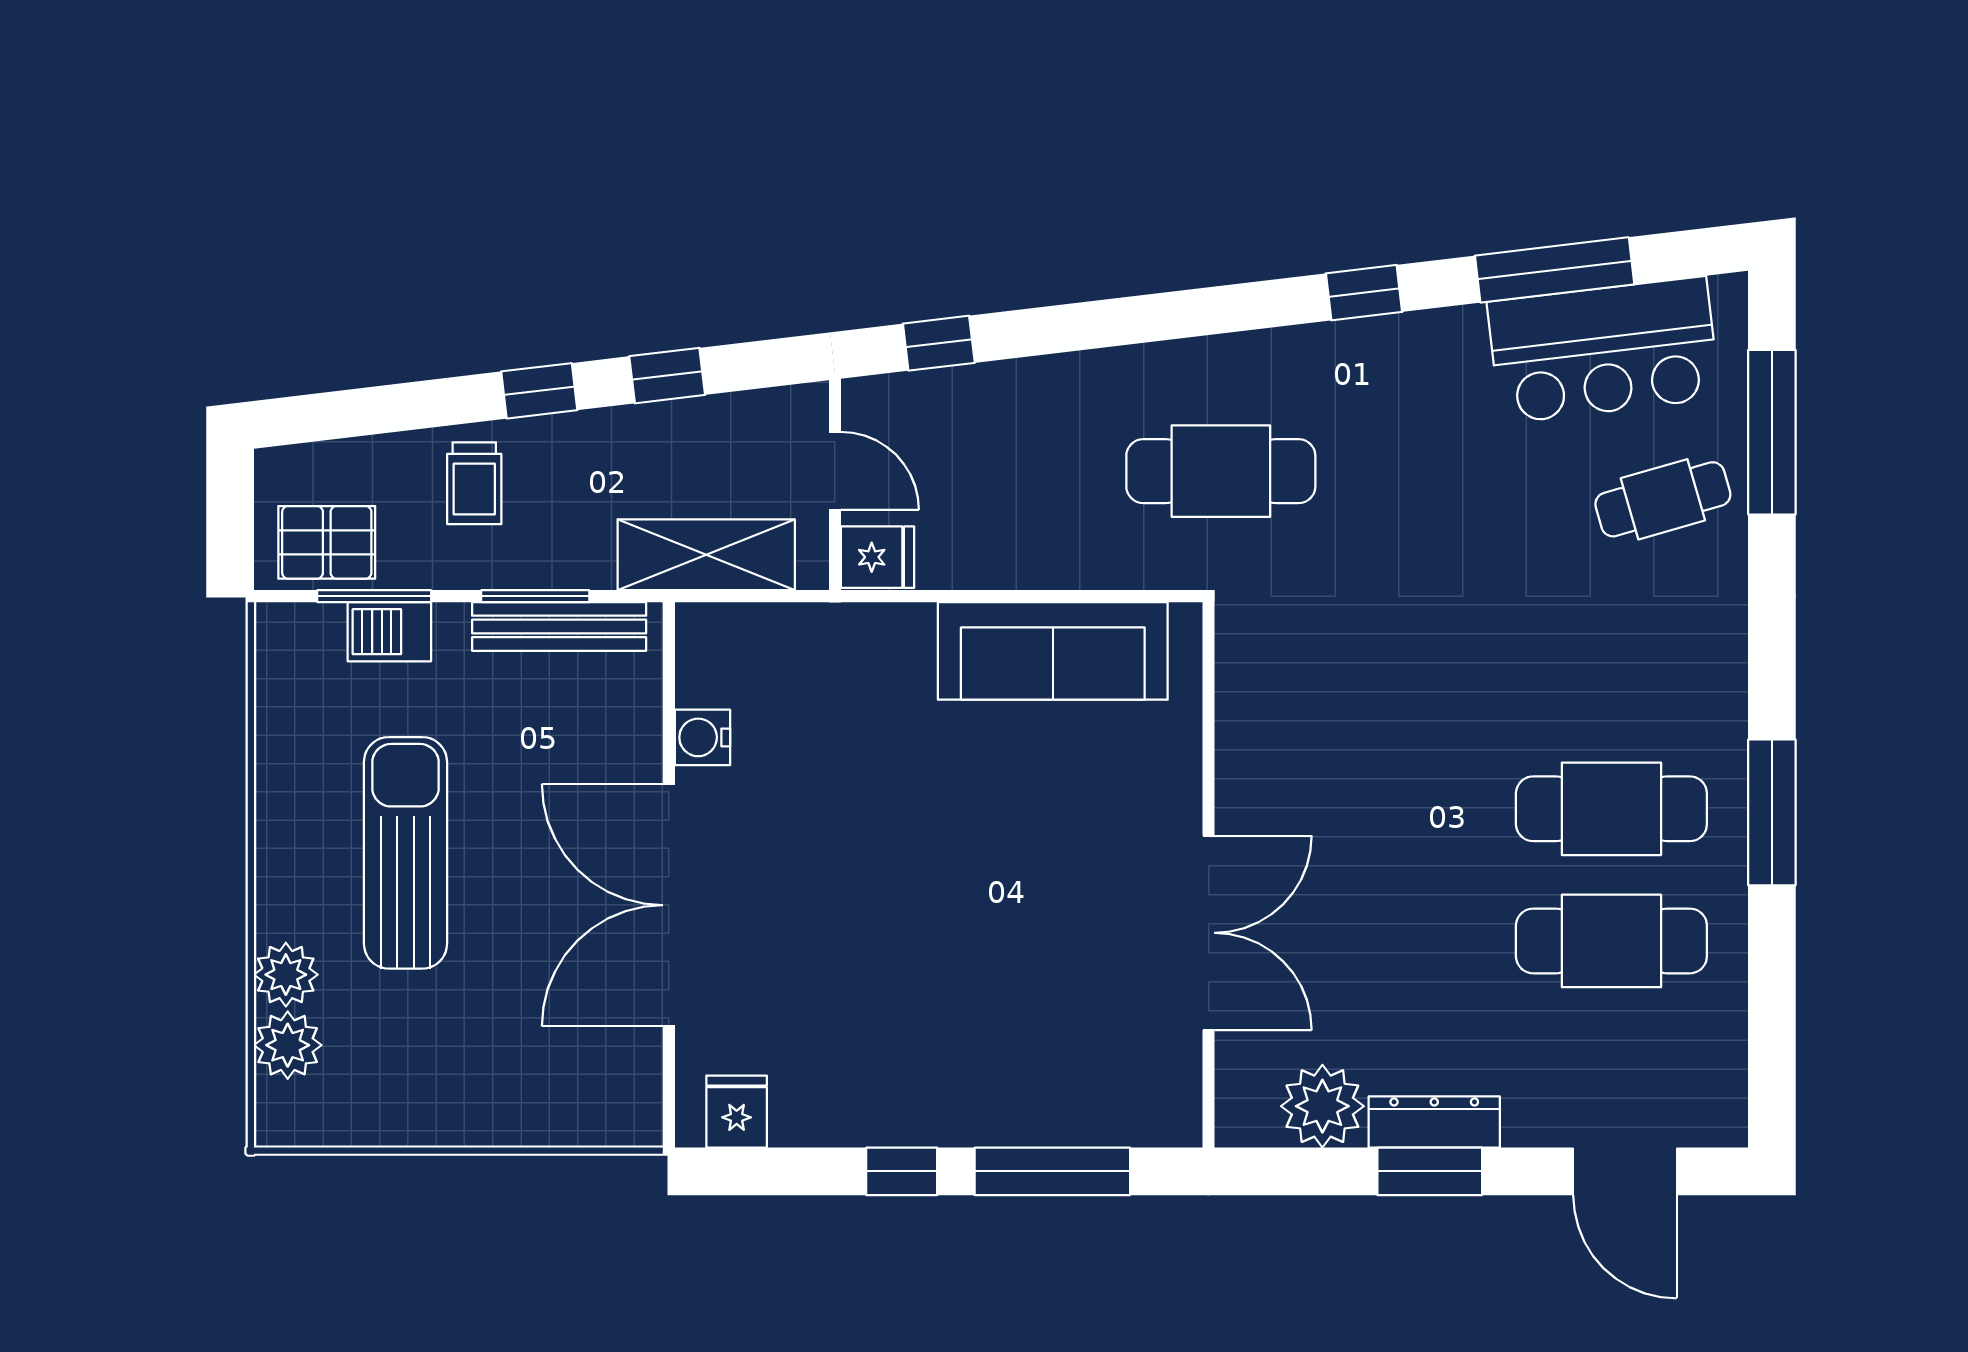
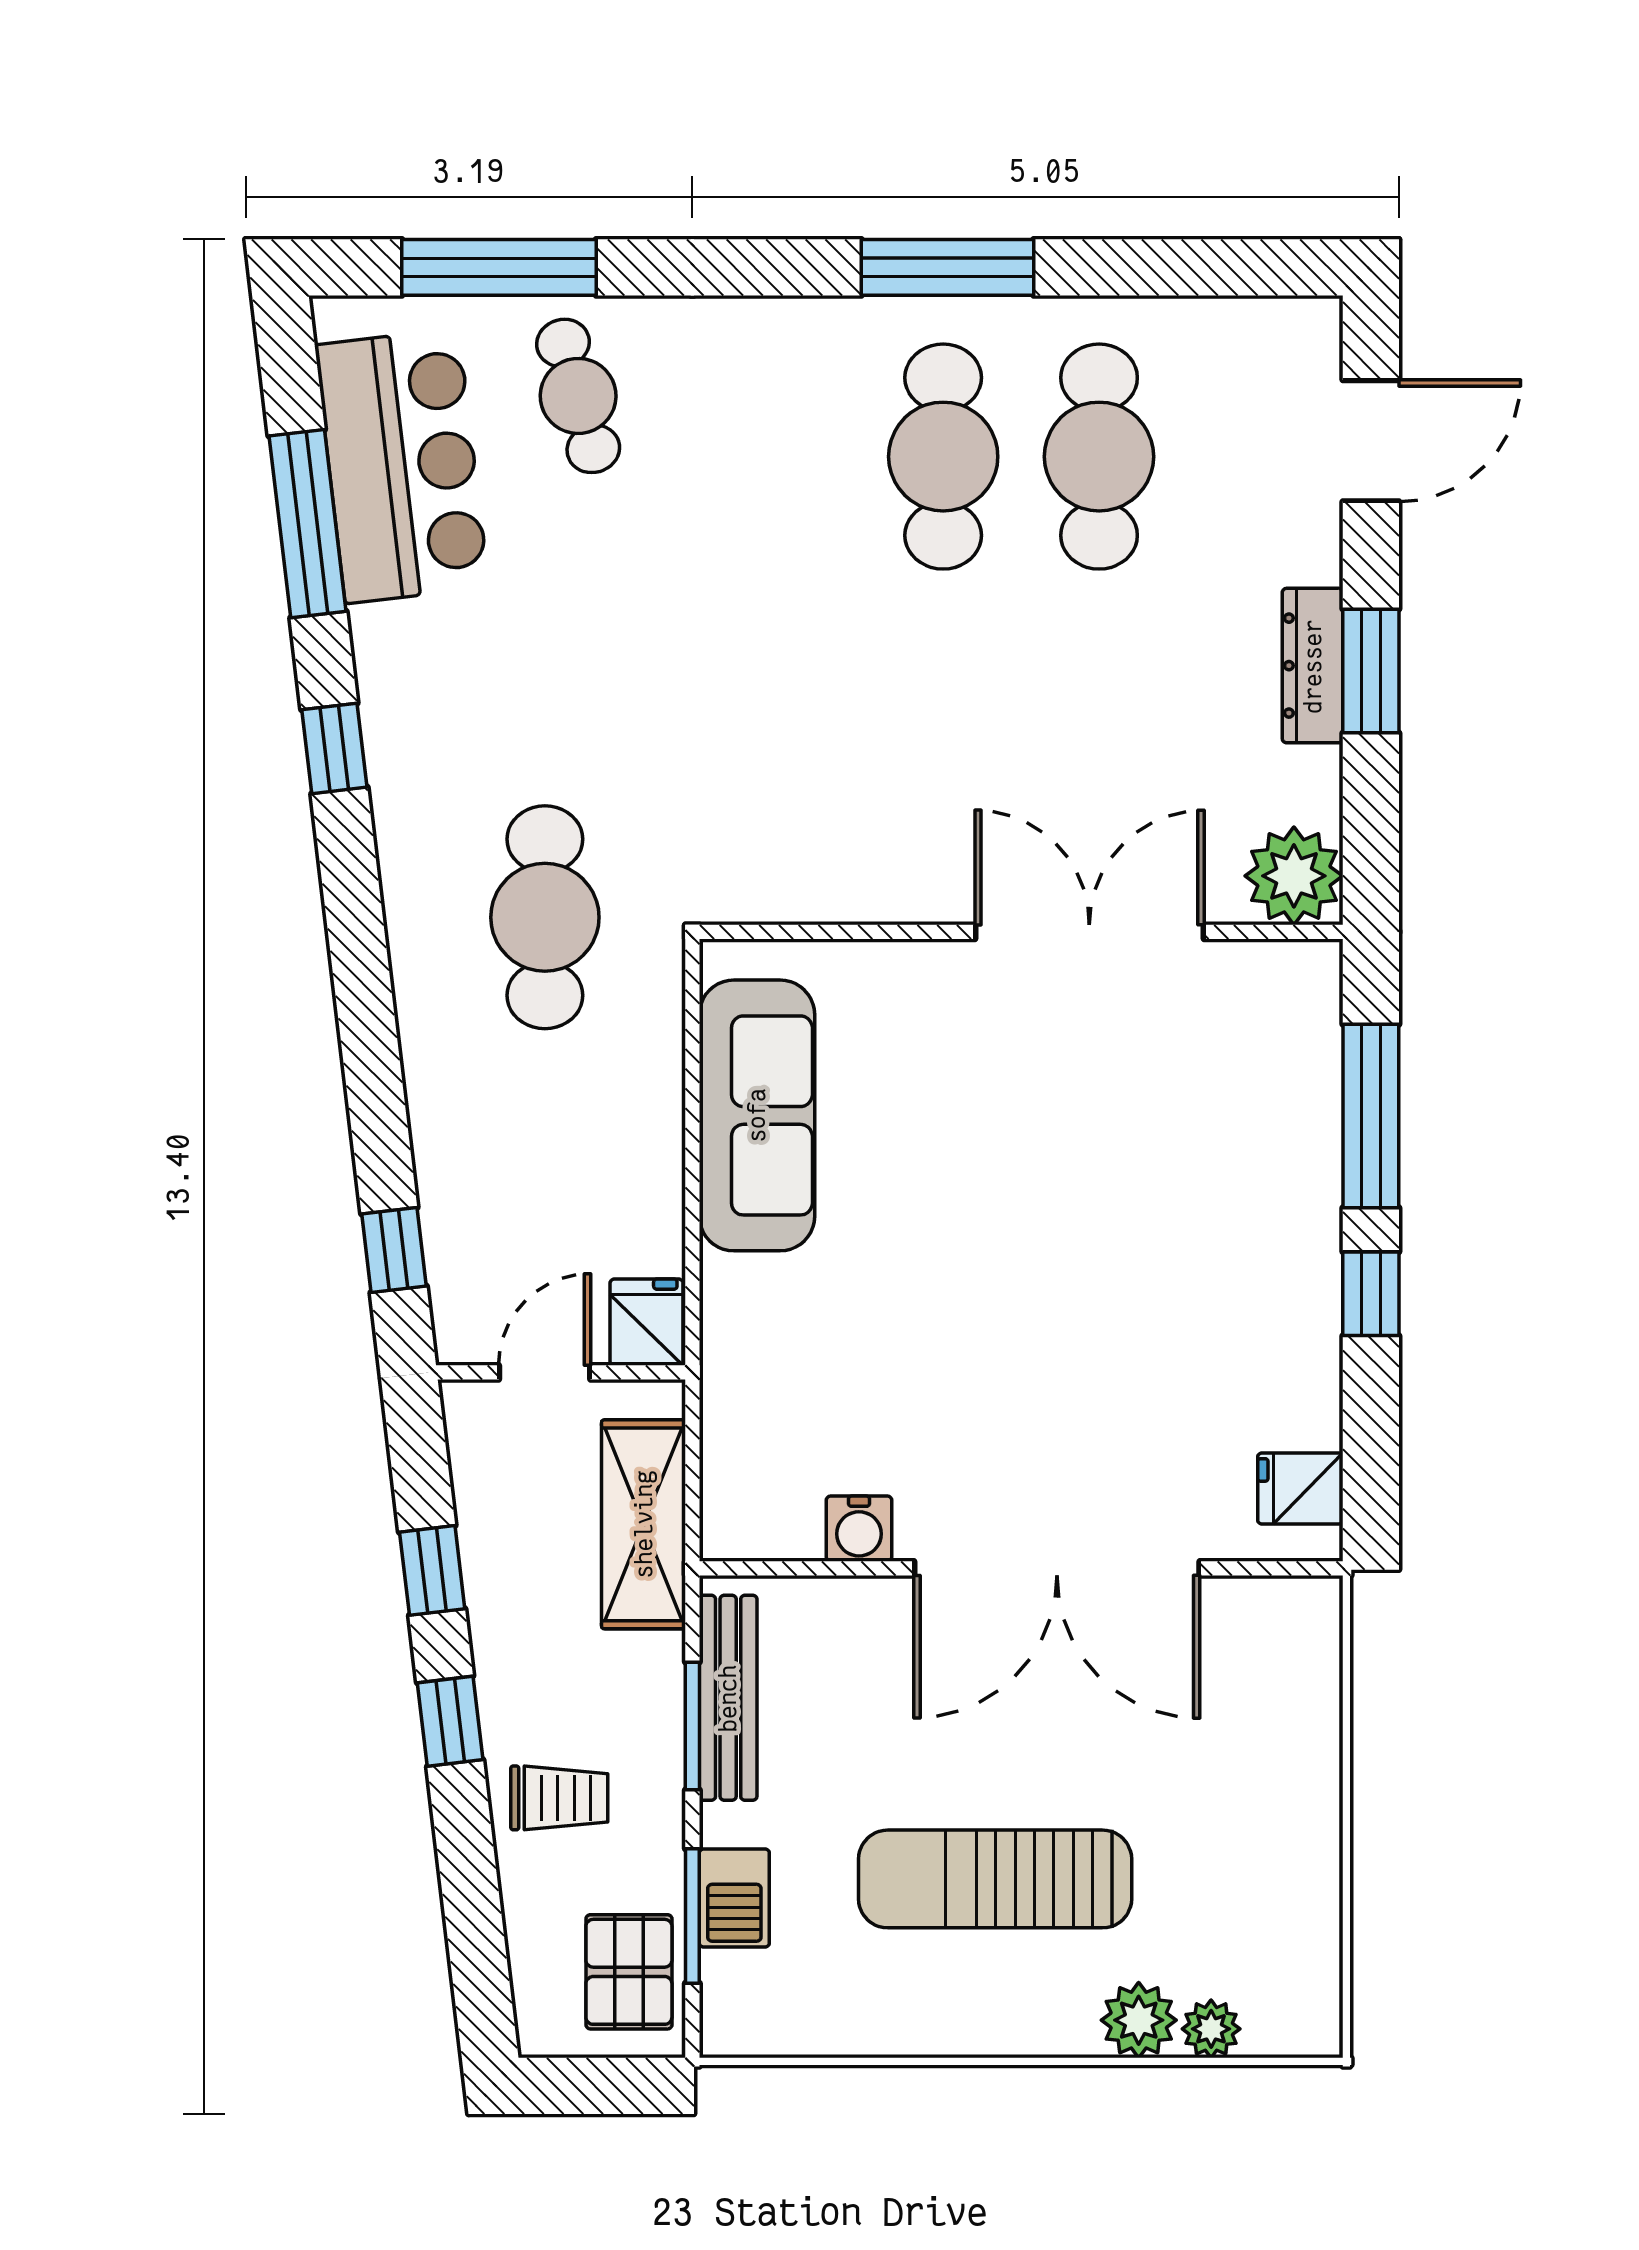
plant: (288, 1045) -> (1211, 2029), width x0.73, depth x0.73
plant: (1322, 1106) -> (1294, 876), moved

